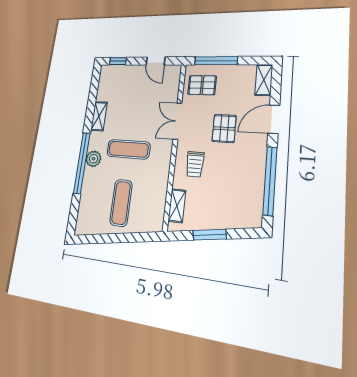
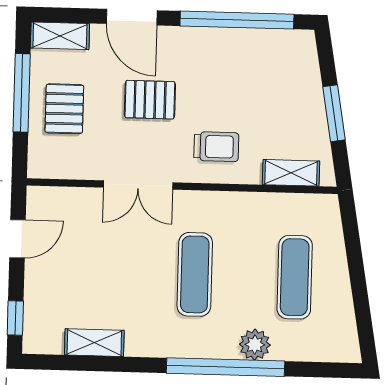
window: (216, 61) -> (22, 93), moved
pallet: (202, 85) -> (64, 109), moved
shelving: (99, 116) -> (94, 343), moved
plant: (94, 159) -> (255, 345), moved
exercise mat: (121, 203) -> (295, 277), turned 90

